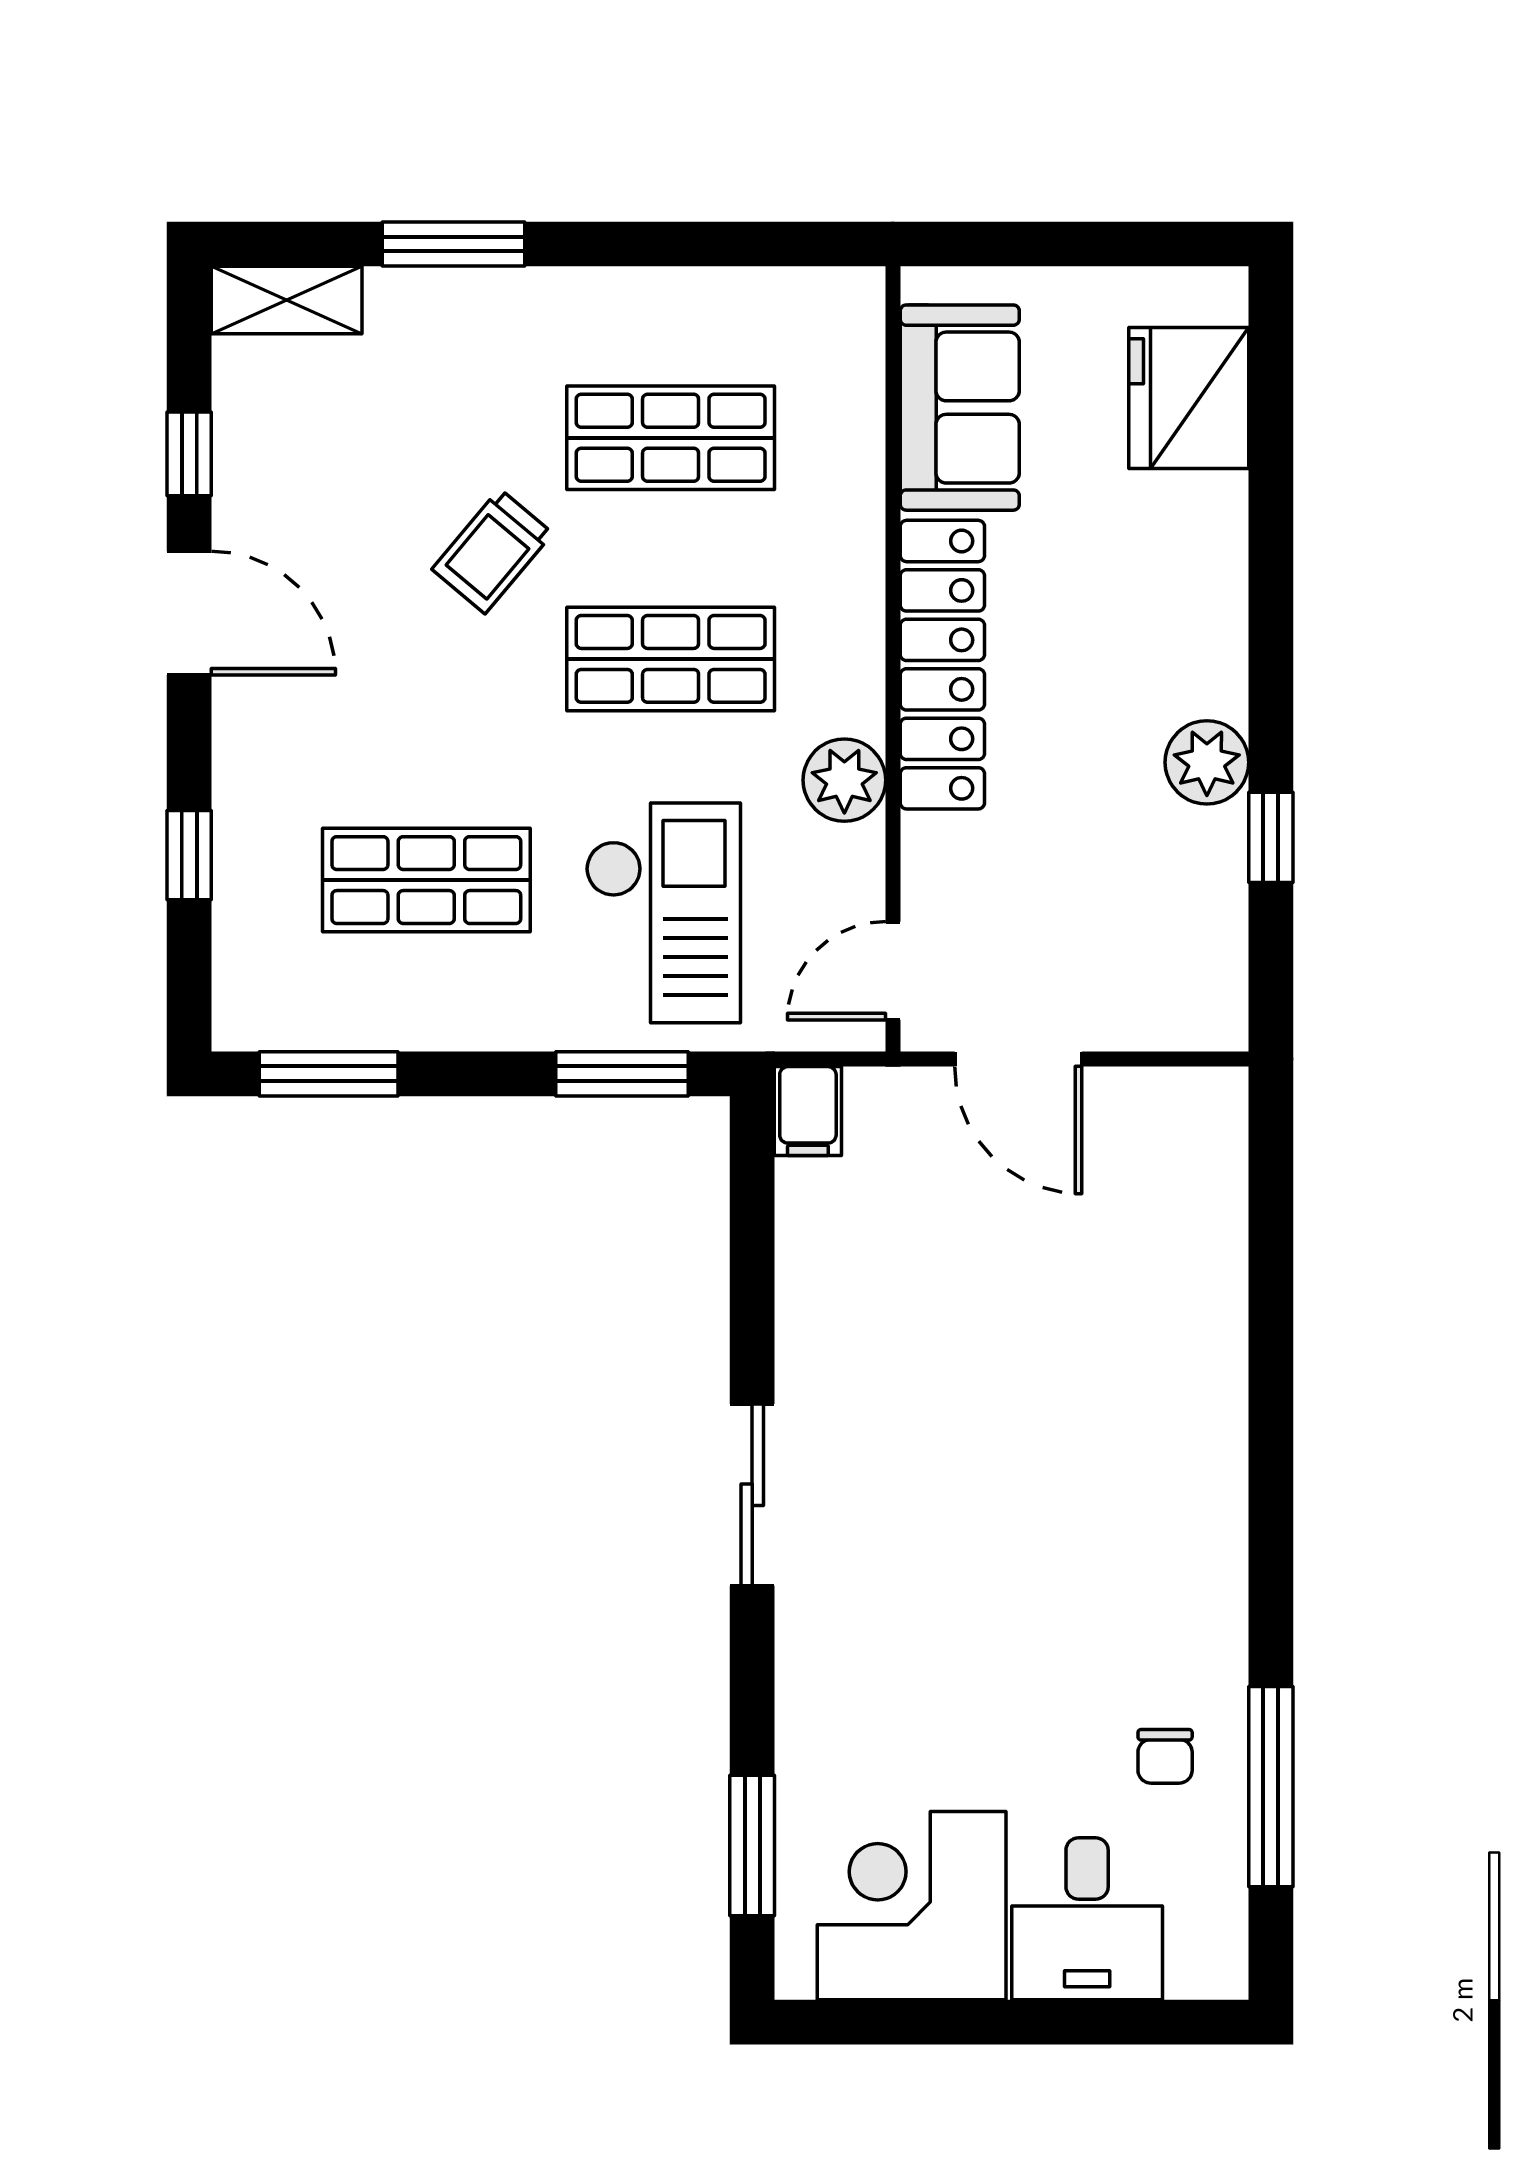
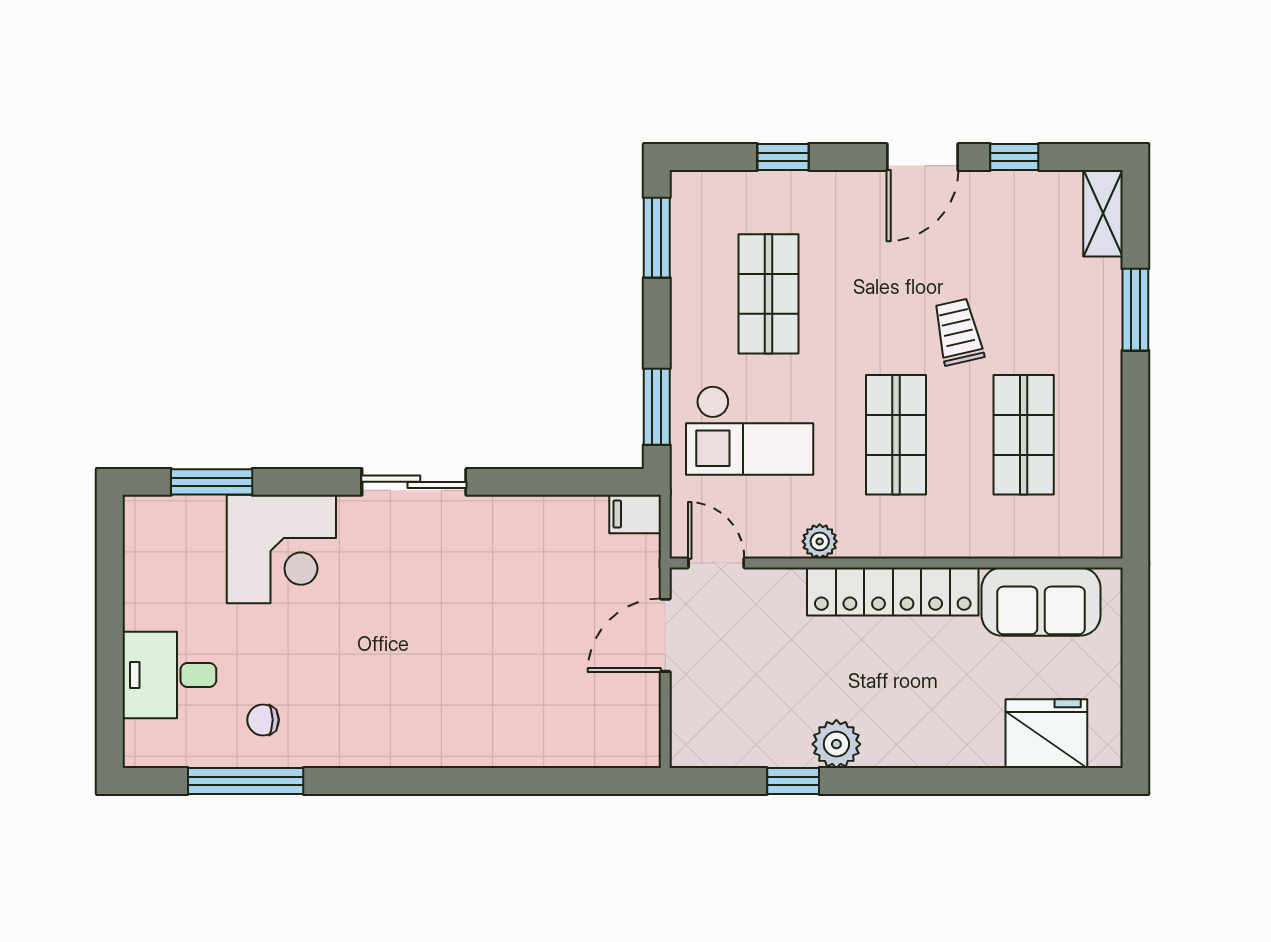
trolley: (492, 551) -> (958, 332), turned 37
plant: (844, 780) -> (820, 541), width x0.73, depth x0.73
corner desk: (912, 1906) -> (281, 549), moved, turned 90

